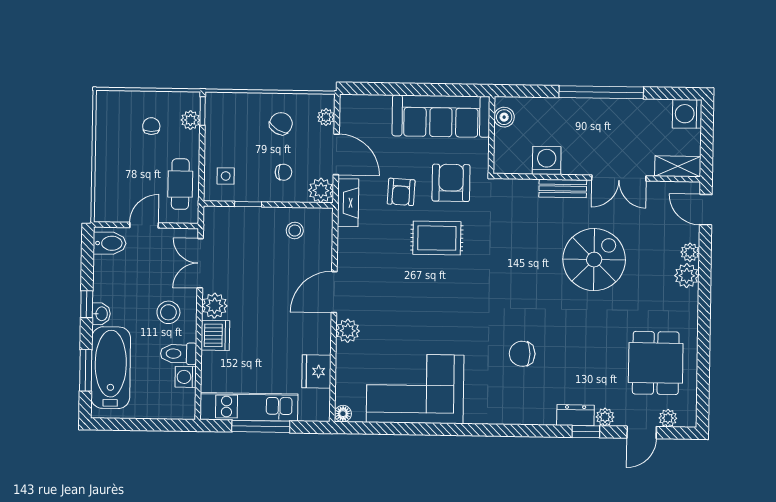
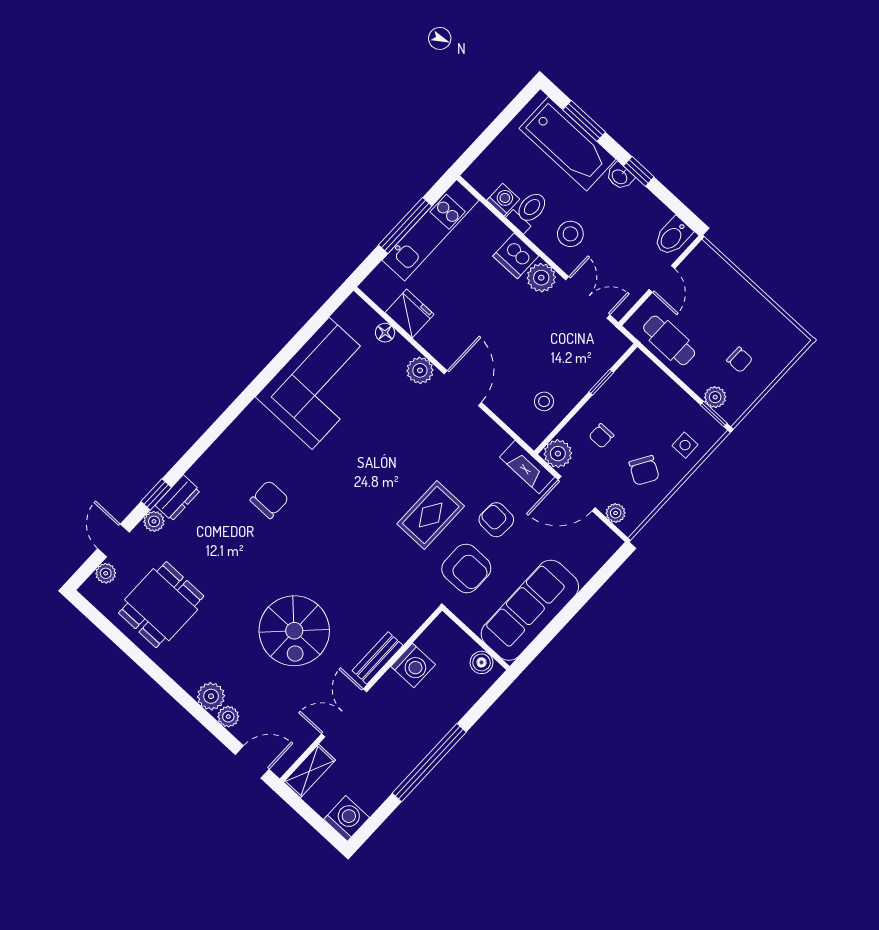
side table: (226, 176) -> (685, 445), moved
dining table: (656, 363) -> (161, 605), turned 90
floor lamp: (343, 414) -> (385, 333), moved

